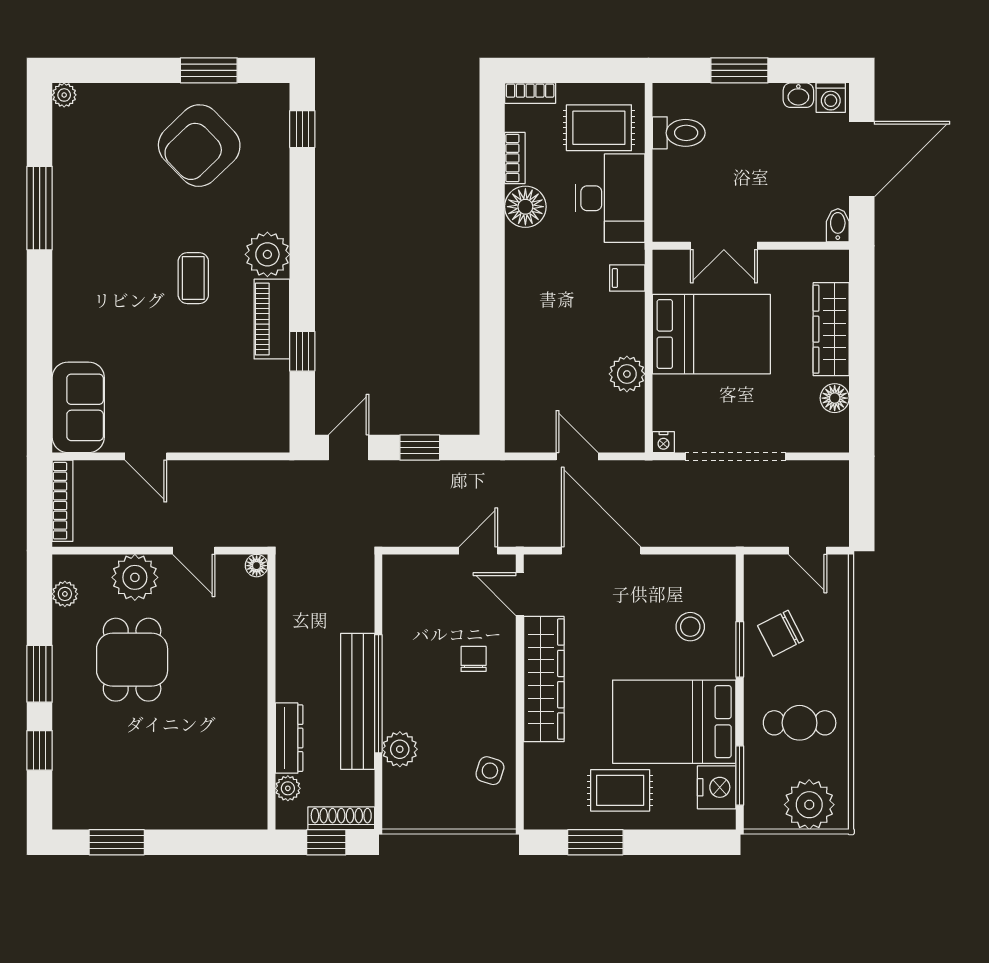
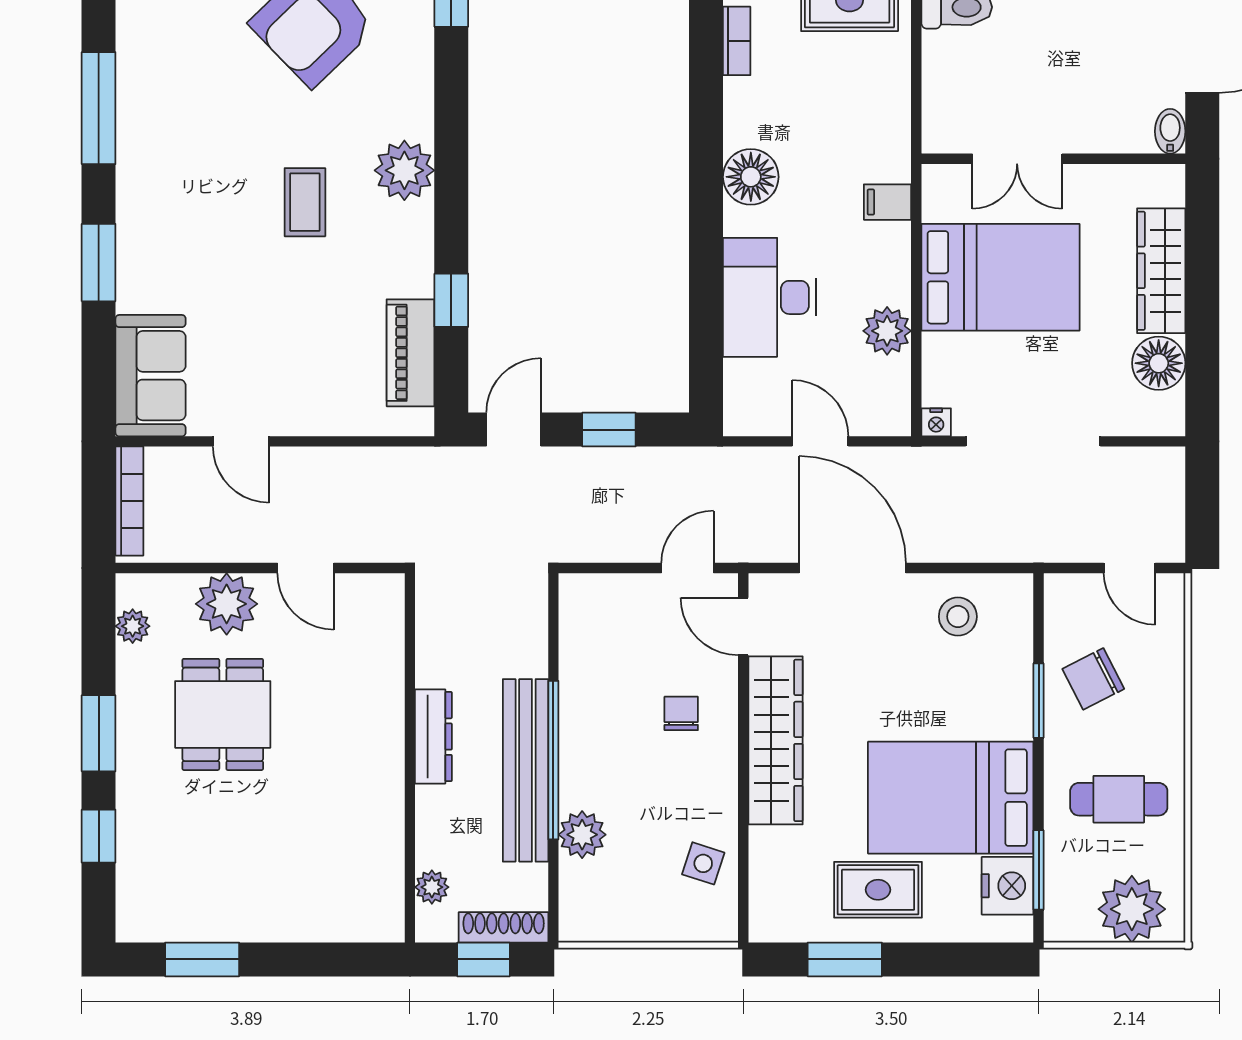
desk: (610, 198) -> (770, 297), moved, turned 180
floor lamp: (525, 207) -> (751, 177), moved
piano: (272, 319) -> (410, 353), moved
window: (40, 323) -> (99, 263), added
floor lamp: (835, 398) -> (1159, 363), width x1.38, depth x1.38
floor lamp: (257, 566) -> (390, 588), removed
stool: (690, 627) -> (958, 617), moved
dresser: (289, 738) -> (433, 737), moved

